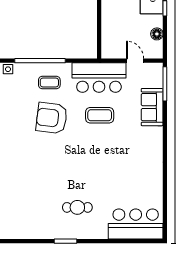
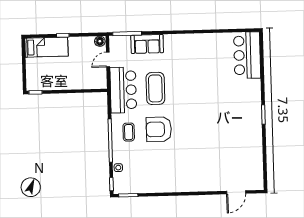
floor lamp: (157, 34) -> (100, 41), moved
coffee table: (100, 115) -> (155, 88), width x1.36, depth x1.32
armchair: (52, 118) -> (159, 129), turned 83
cafe table: (77, 207) -> (234, 105), removed

